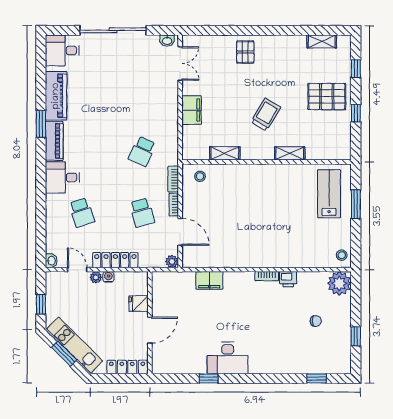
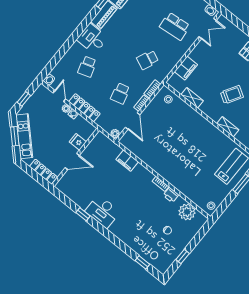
school desk: (142, 90) -> (175, 26), added
filing cabinet: (192, 110) -> (186, 68), moved
plant: (339, 283) -> (187, 212), moved

